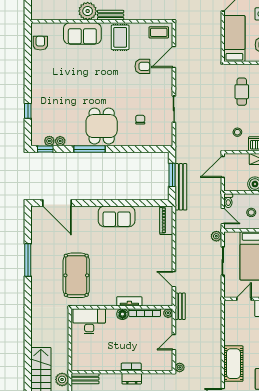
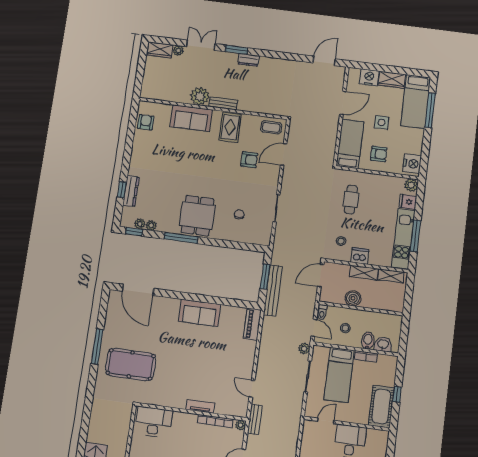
dresser: (37, 111) -> (131, 191), added
pool table: (76, 275) -> (131, 364), moved, turned 90
floor lamp: (122, 314) -> (191, 419), removed

